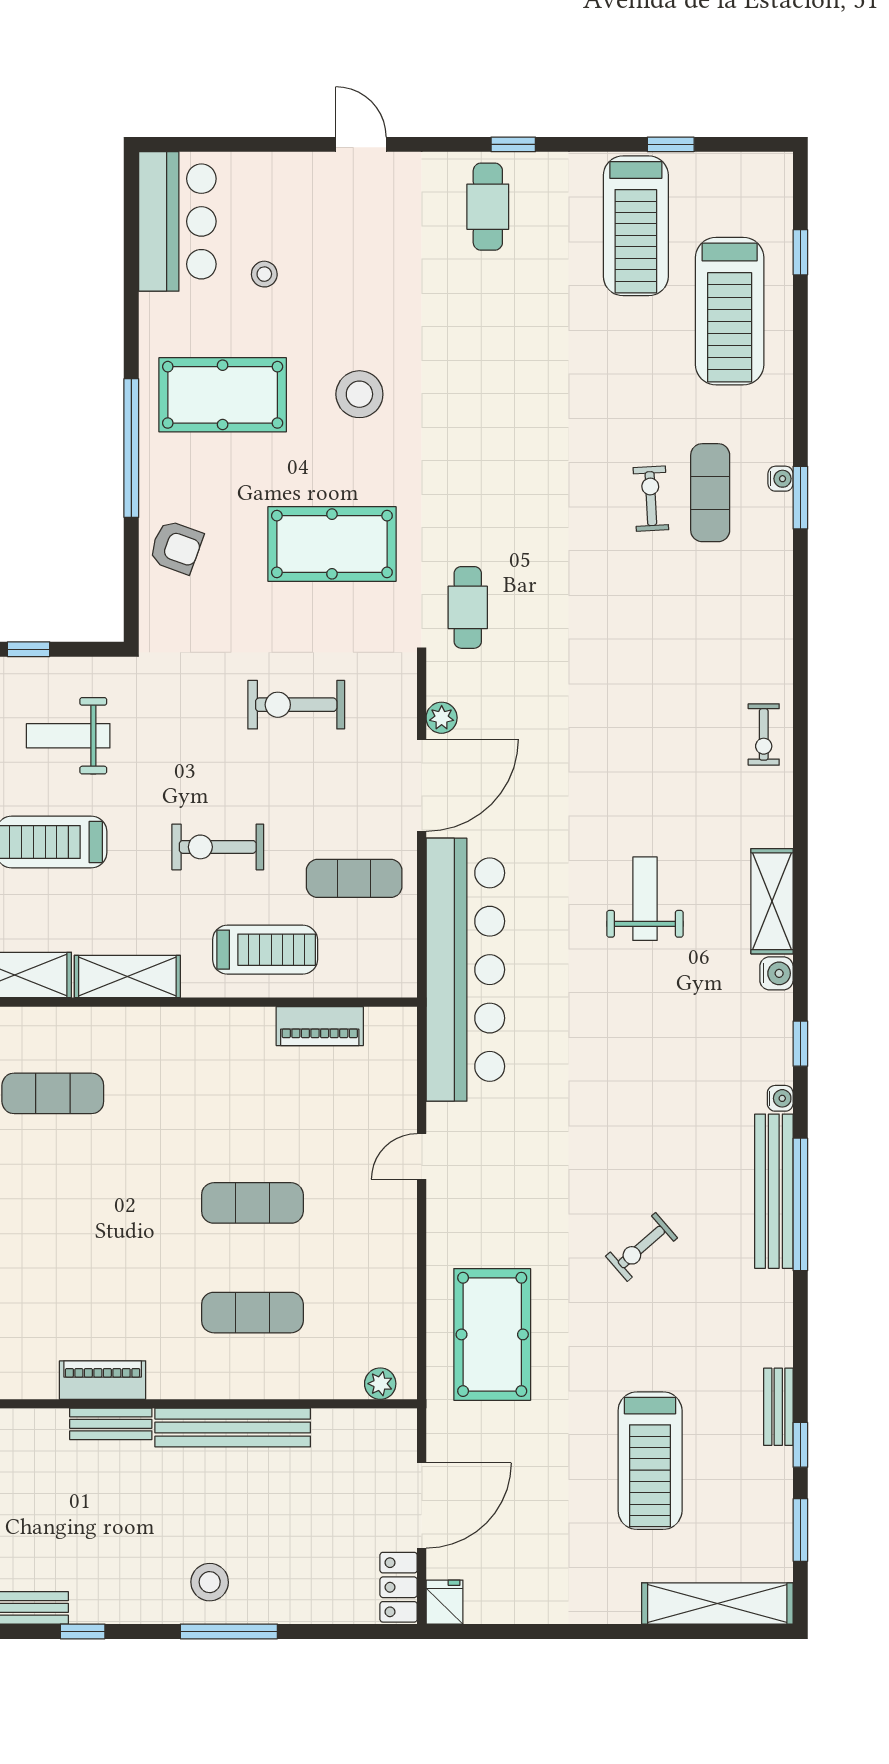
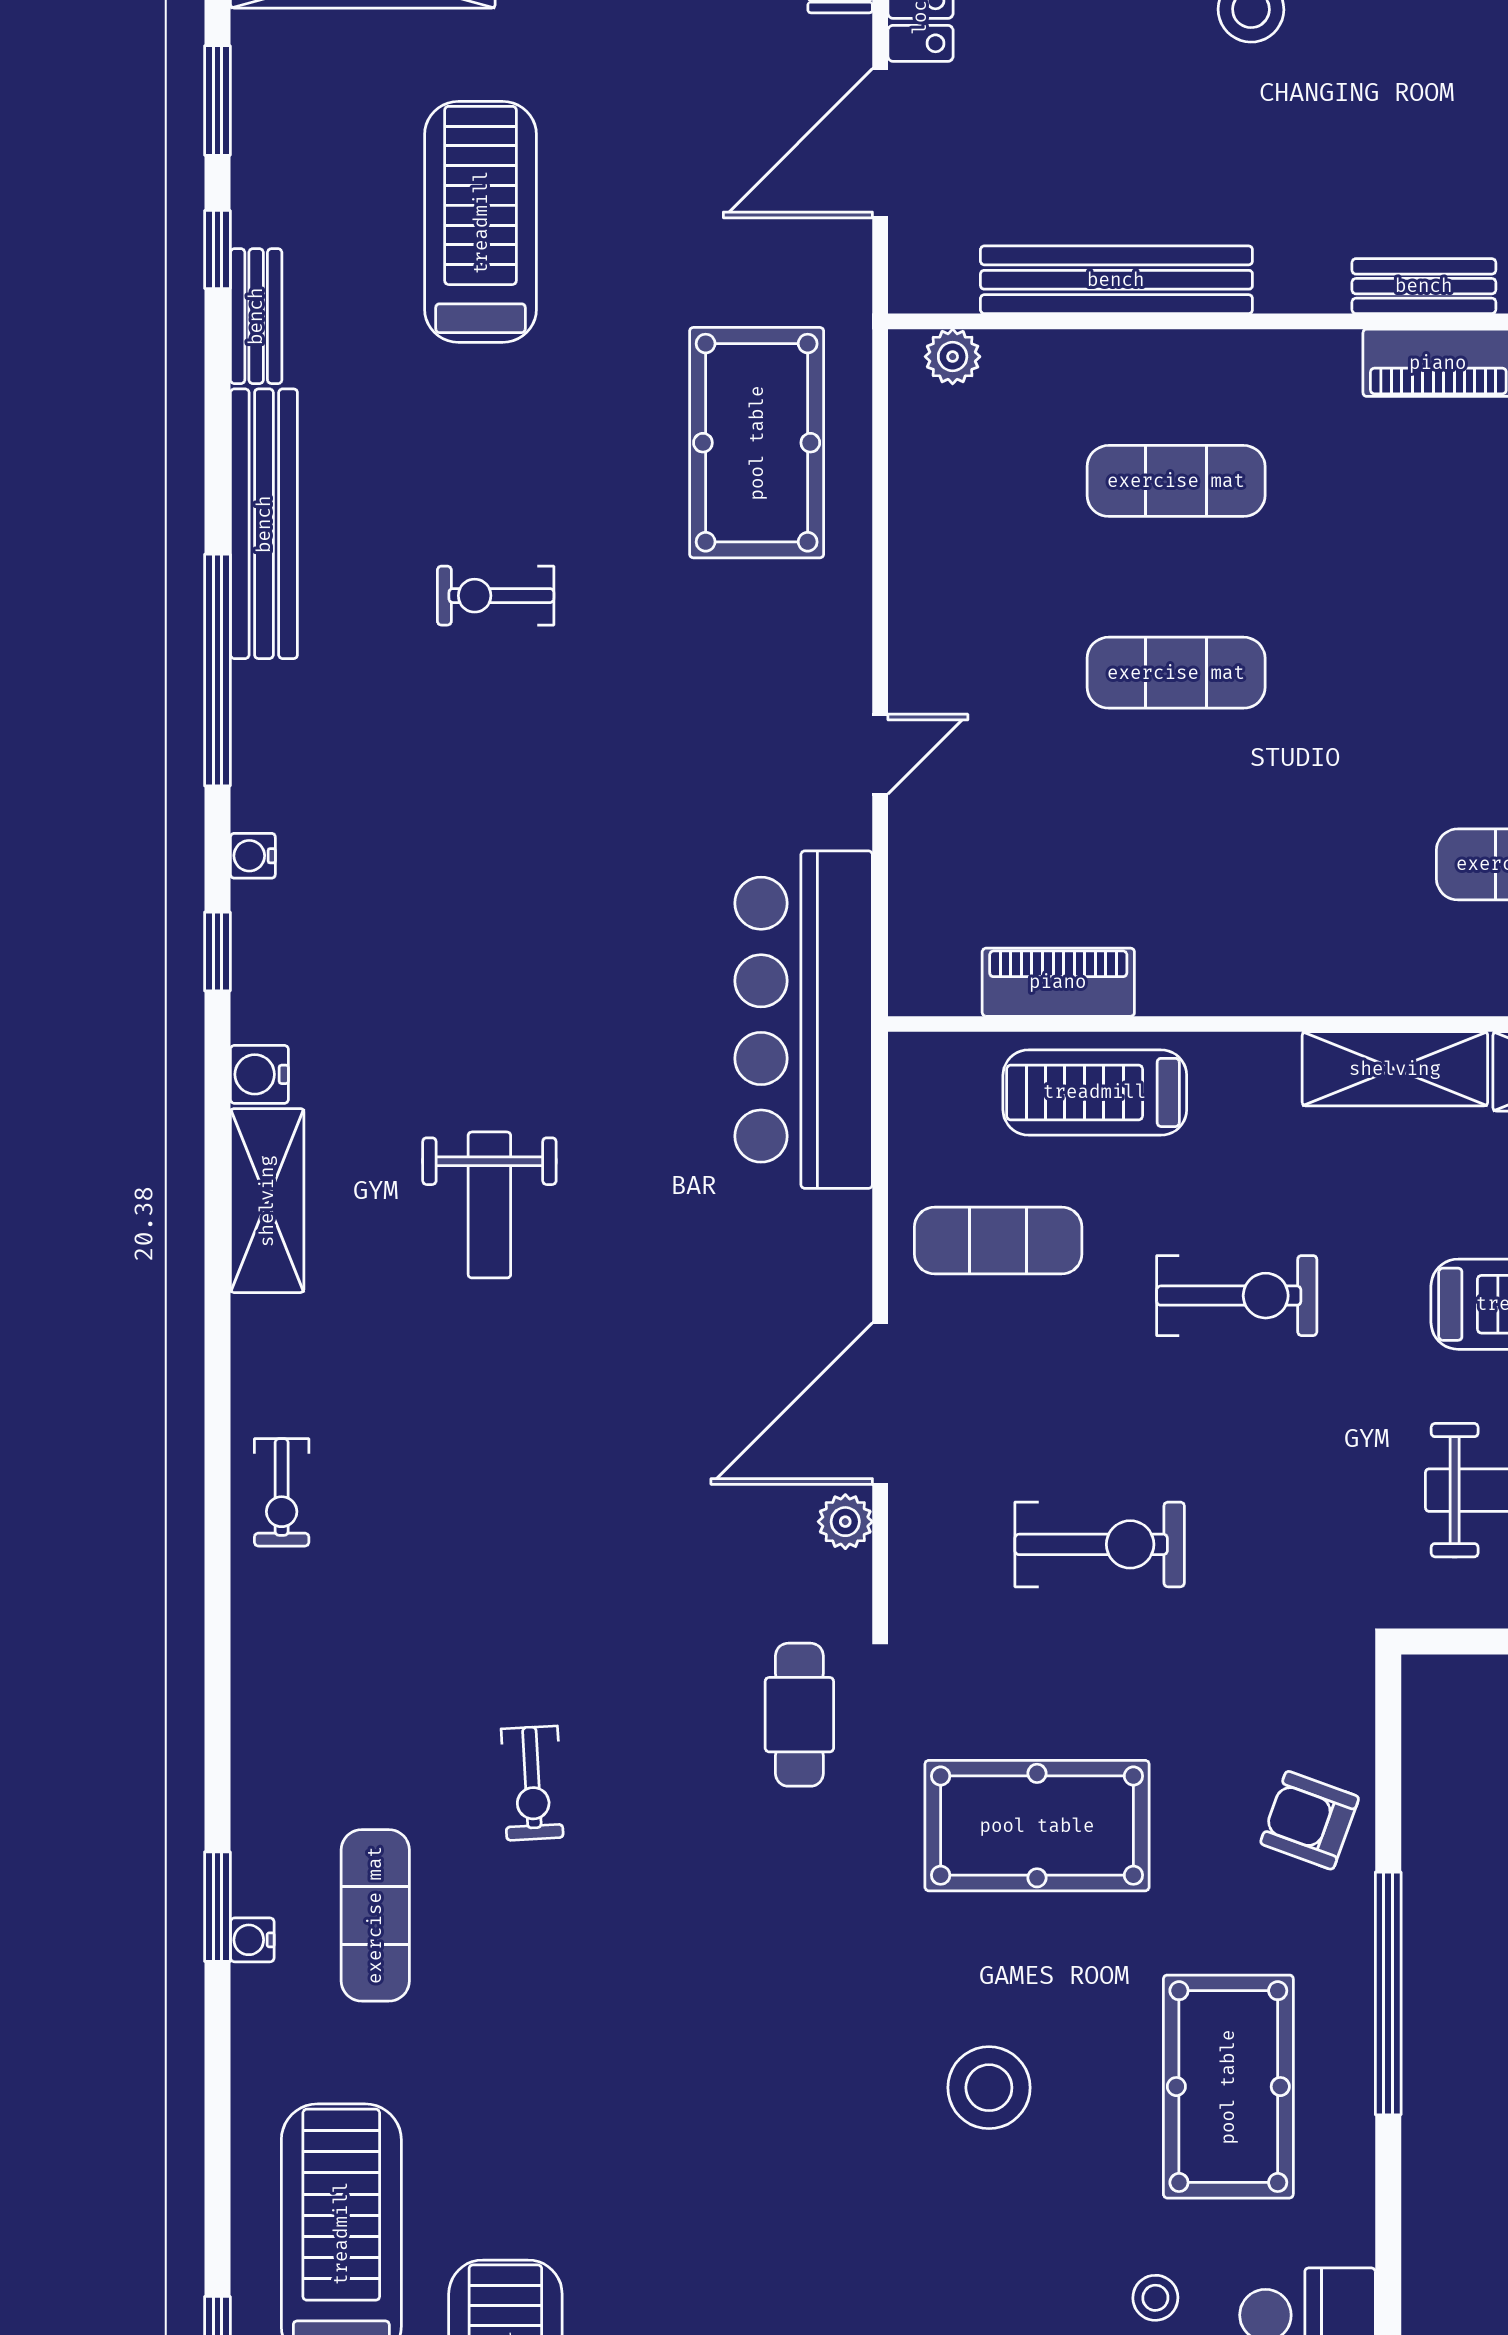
pool table: (223, 395) -> (1228, 2087), turned 90
exercise bike: (651, 499) -> (532, 1783), moved
exercise bike: (764, 734) -> (282, 1492), turned 180
treadmill: (265, 950) -> (1095, 1092), moved
bar counter: (465, 970) -> (804, 1020), width x0.73
bench: (774, 1191) -> (264, 524), moved
exercise bike: (641, 1247) -> (496, 596), turned -139
bench: (233, 1428) -> (1116, 280), moved

